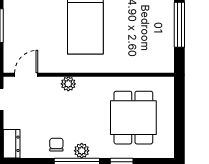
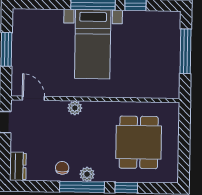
door: (26, 75) -> (33, 98), hinge flipped

